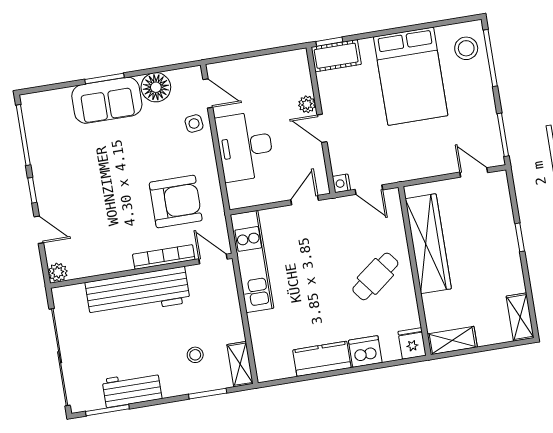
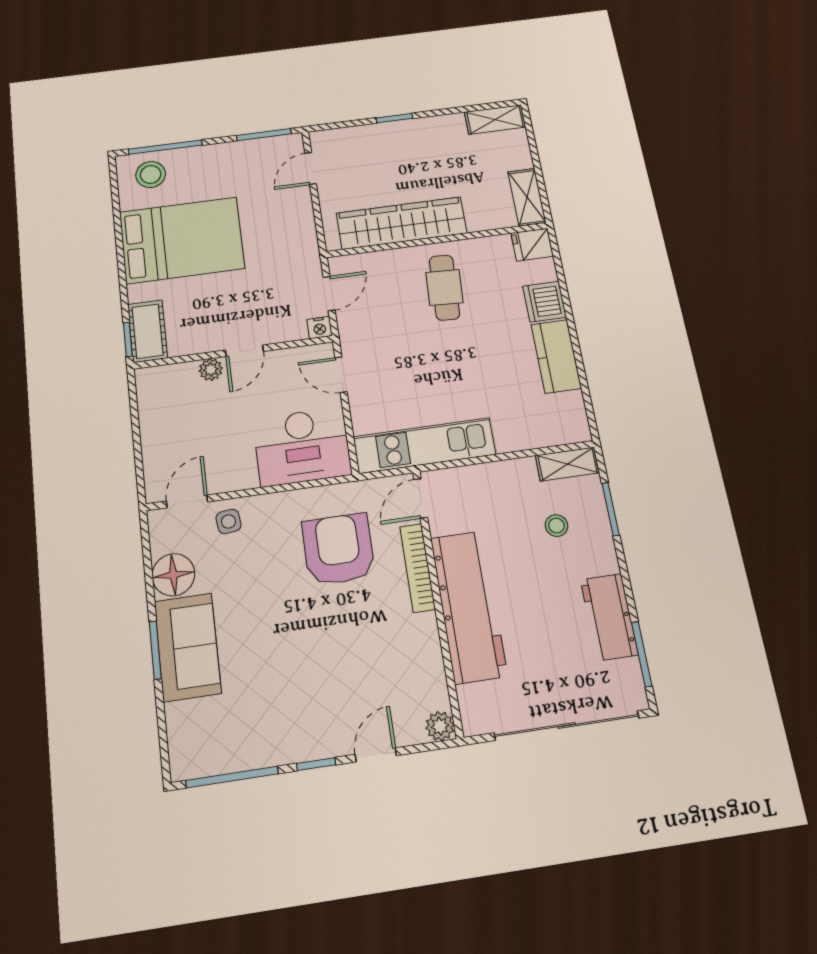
desk: (245, 146) -> (302, 447), moved
cafe table: (375, 276) -> (444, 288), turned 41

